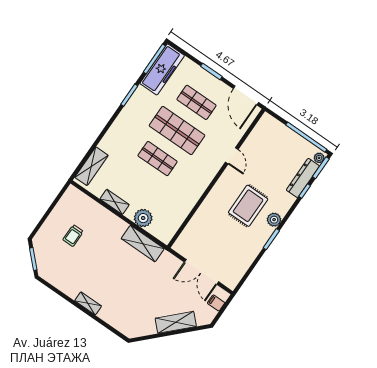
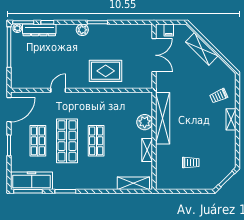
rug: (248, 206) -> (106, 71), moved
shelving: (143, 244) -> (163, 118), width x1.47
trolley: (119, 307) -> (219, 96), added

